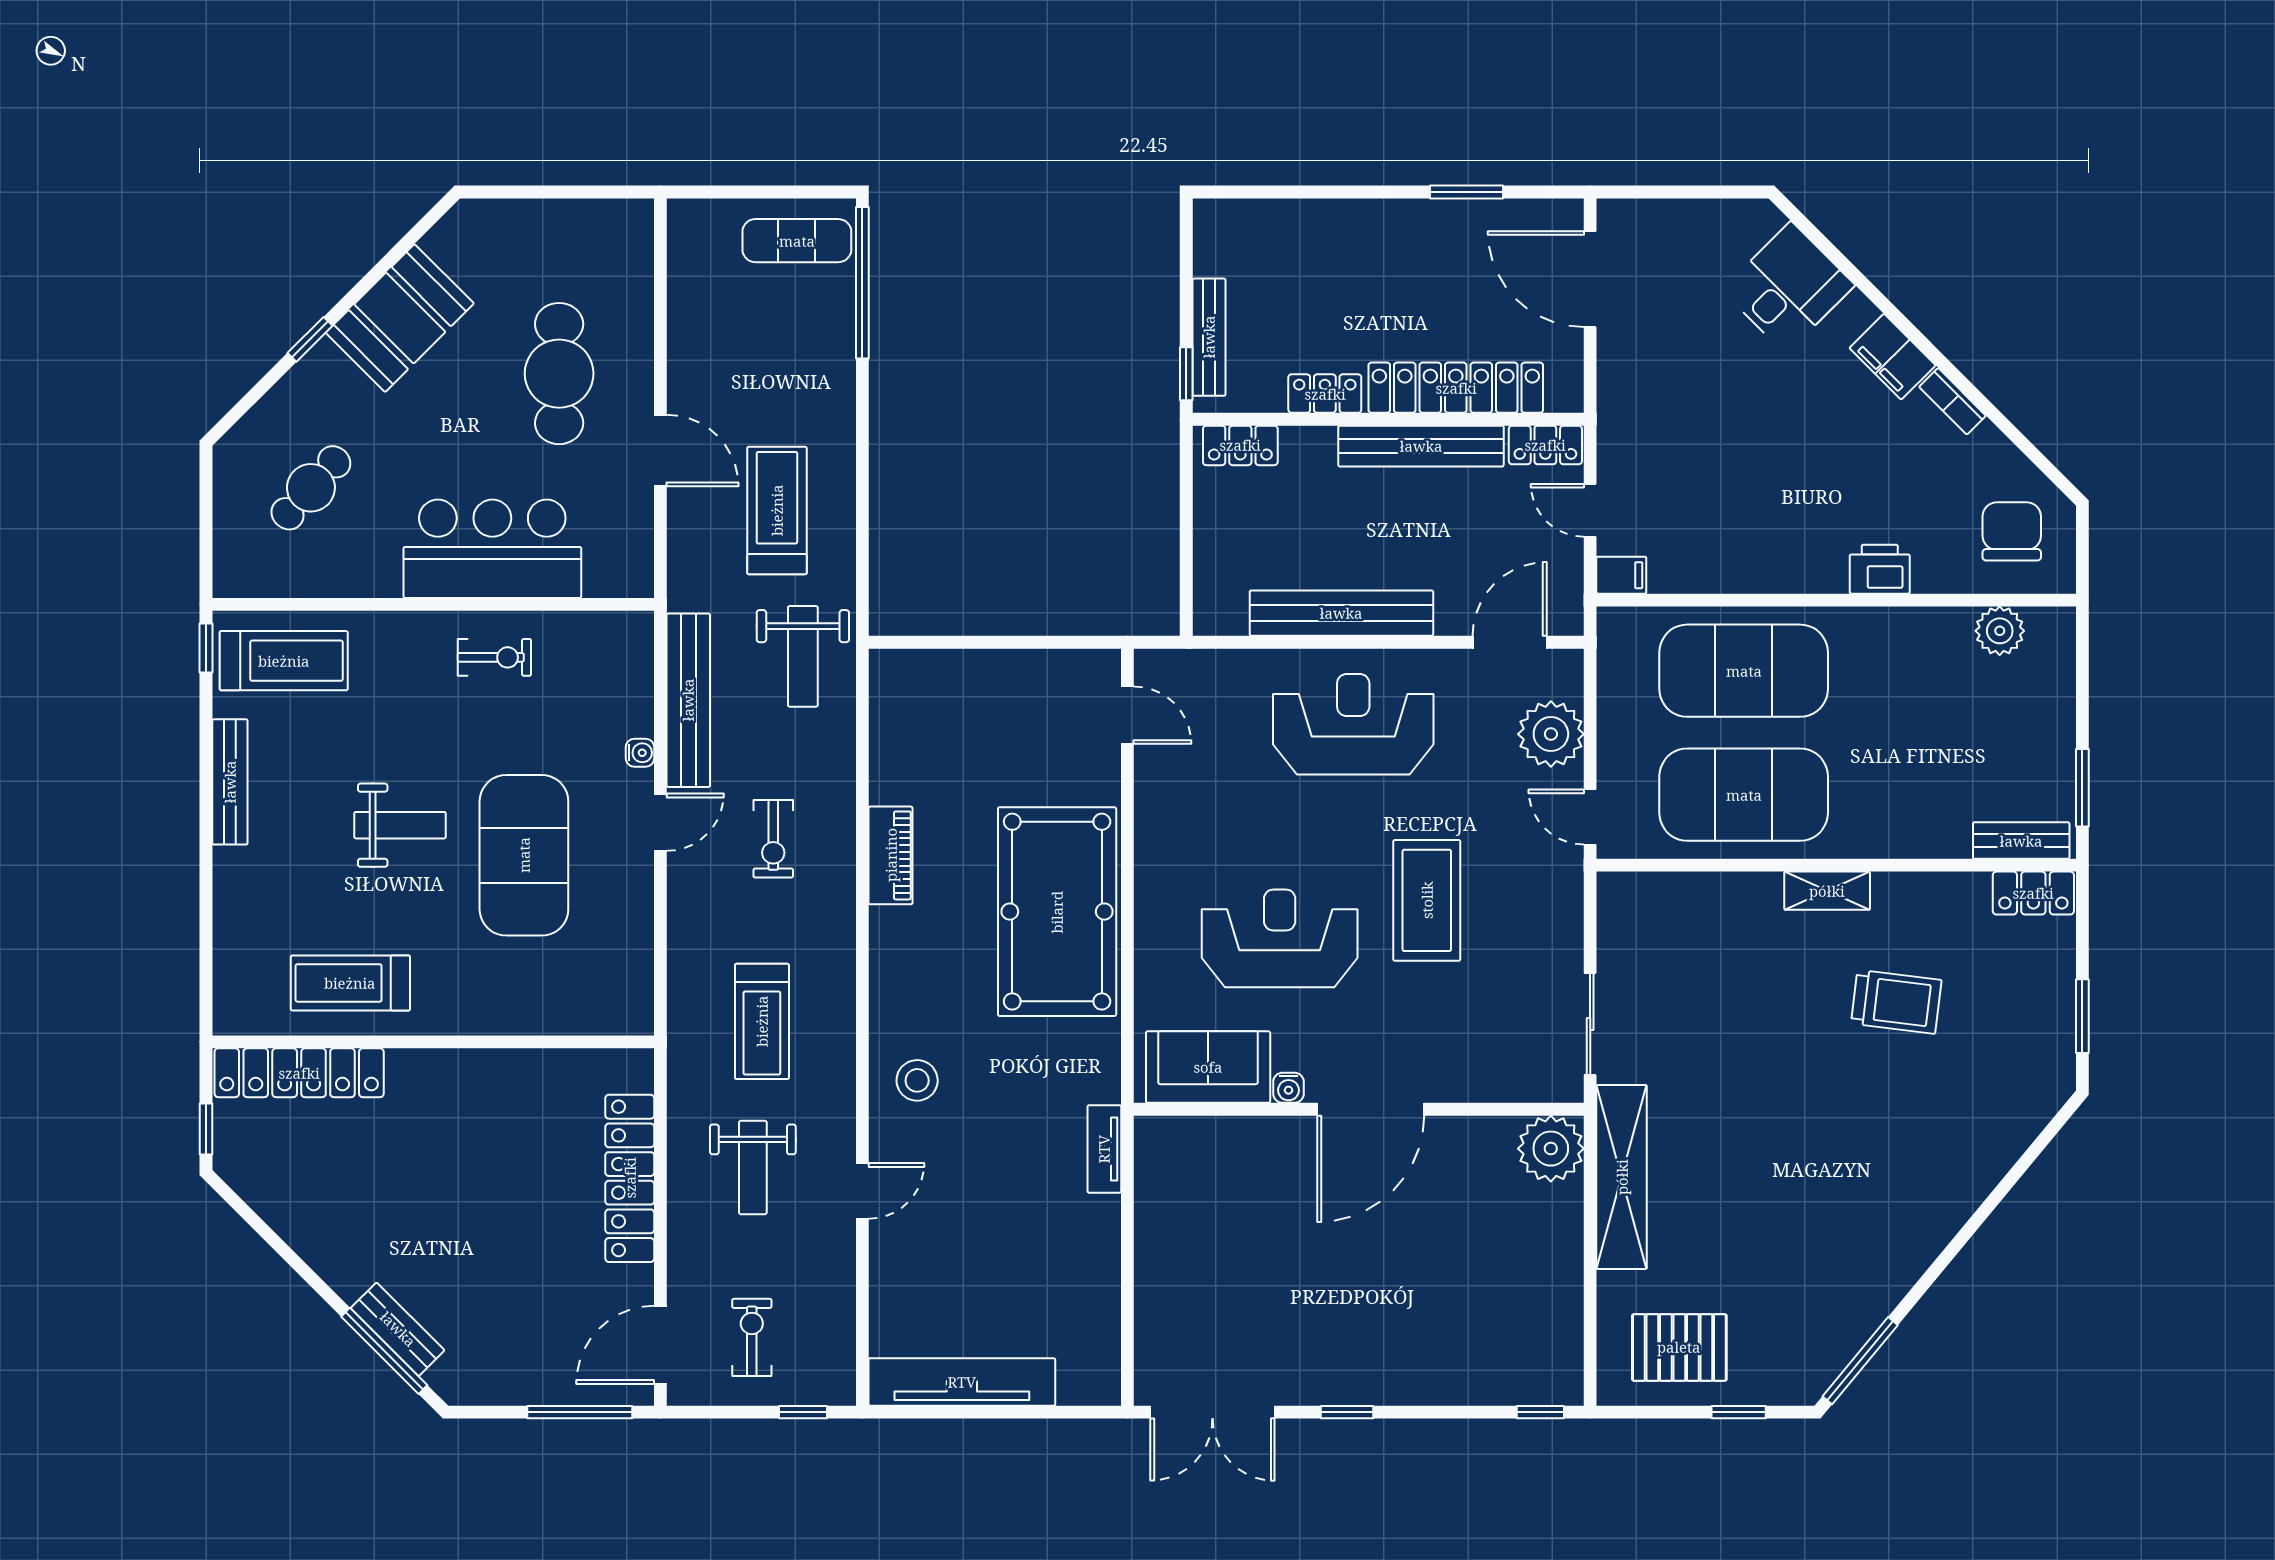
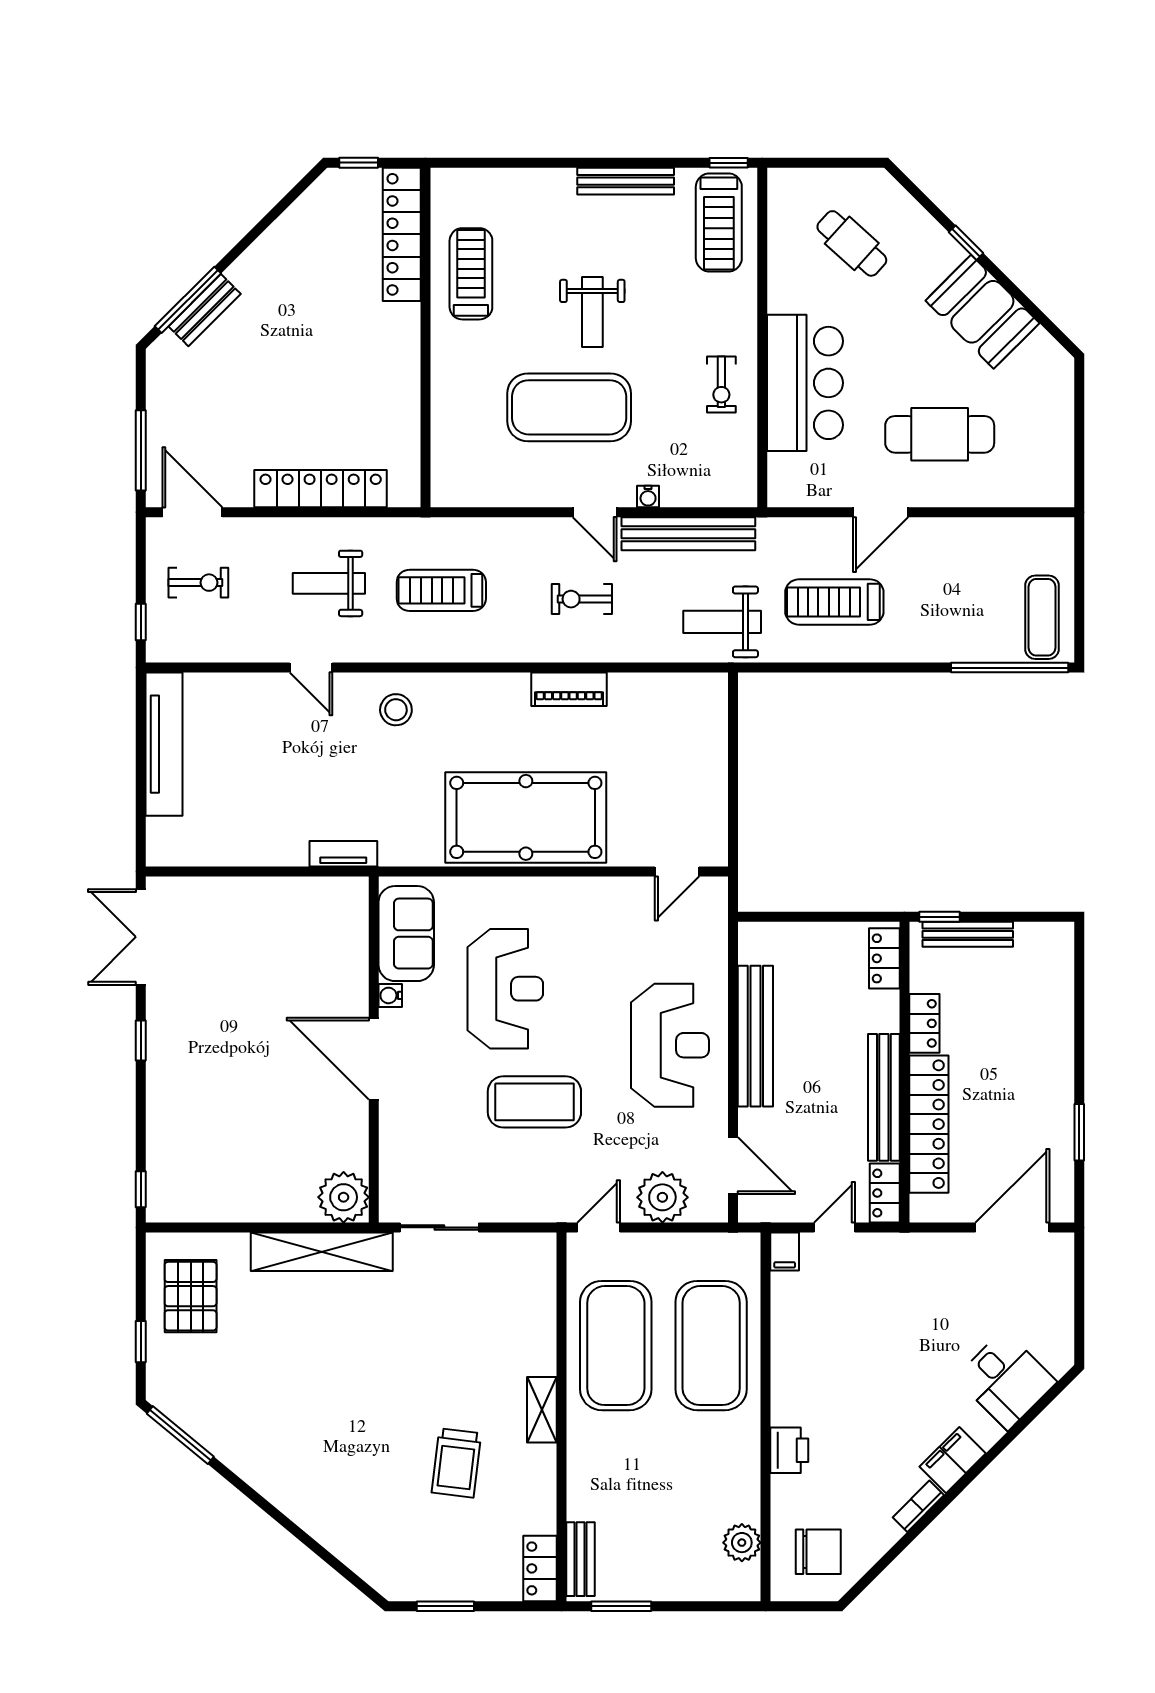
treadmill: (777, 510) -> (834, 602), turned 180

